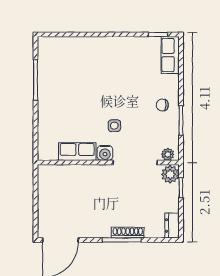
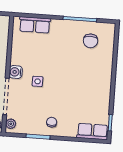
chair: (61, 65) -> (91, 41), added
row of seats: (77, 152) -> (35, 25), moved, turned 90

